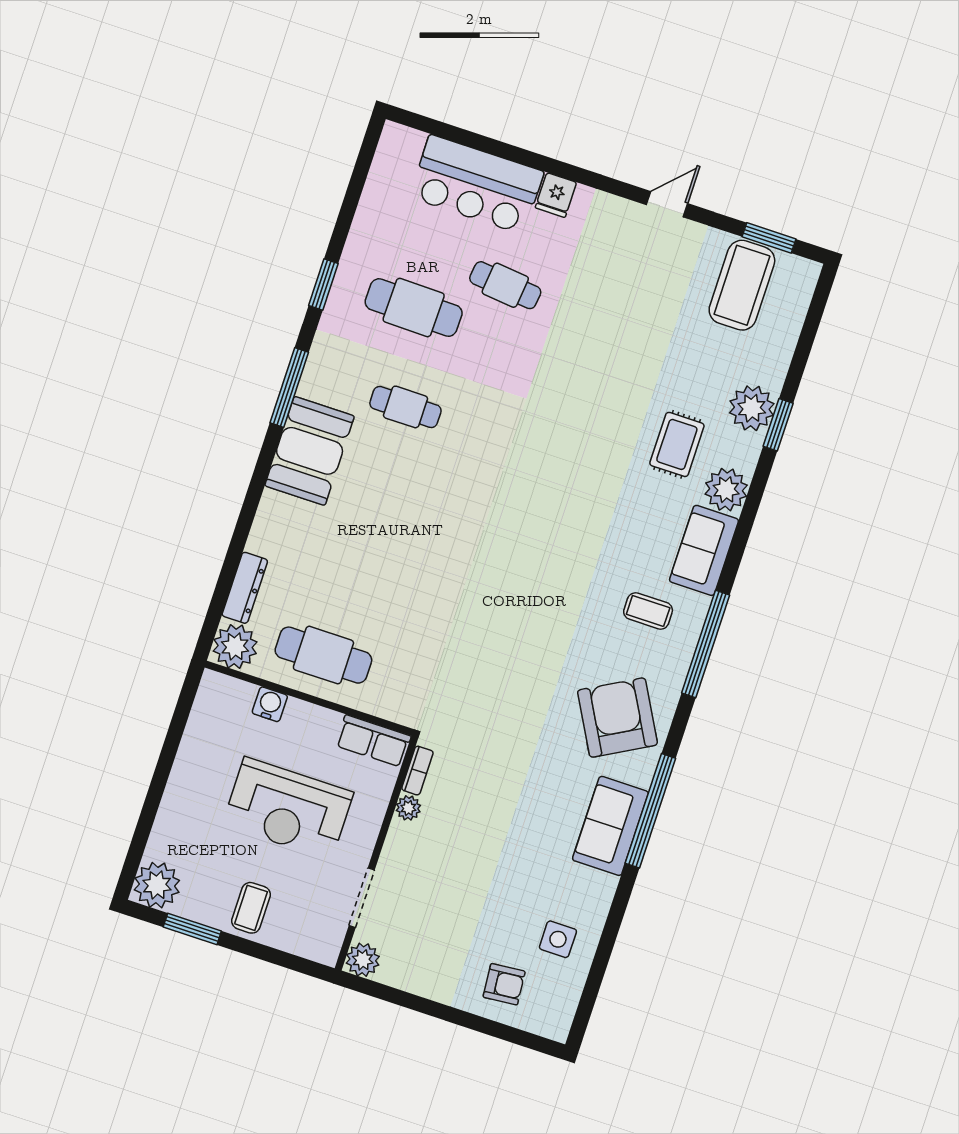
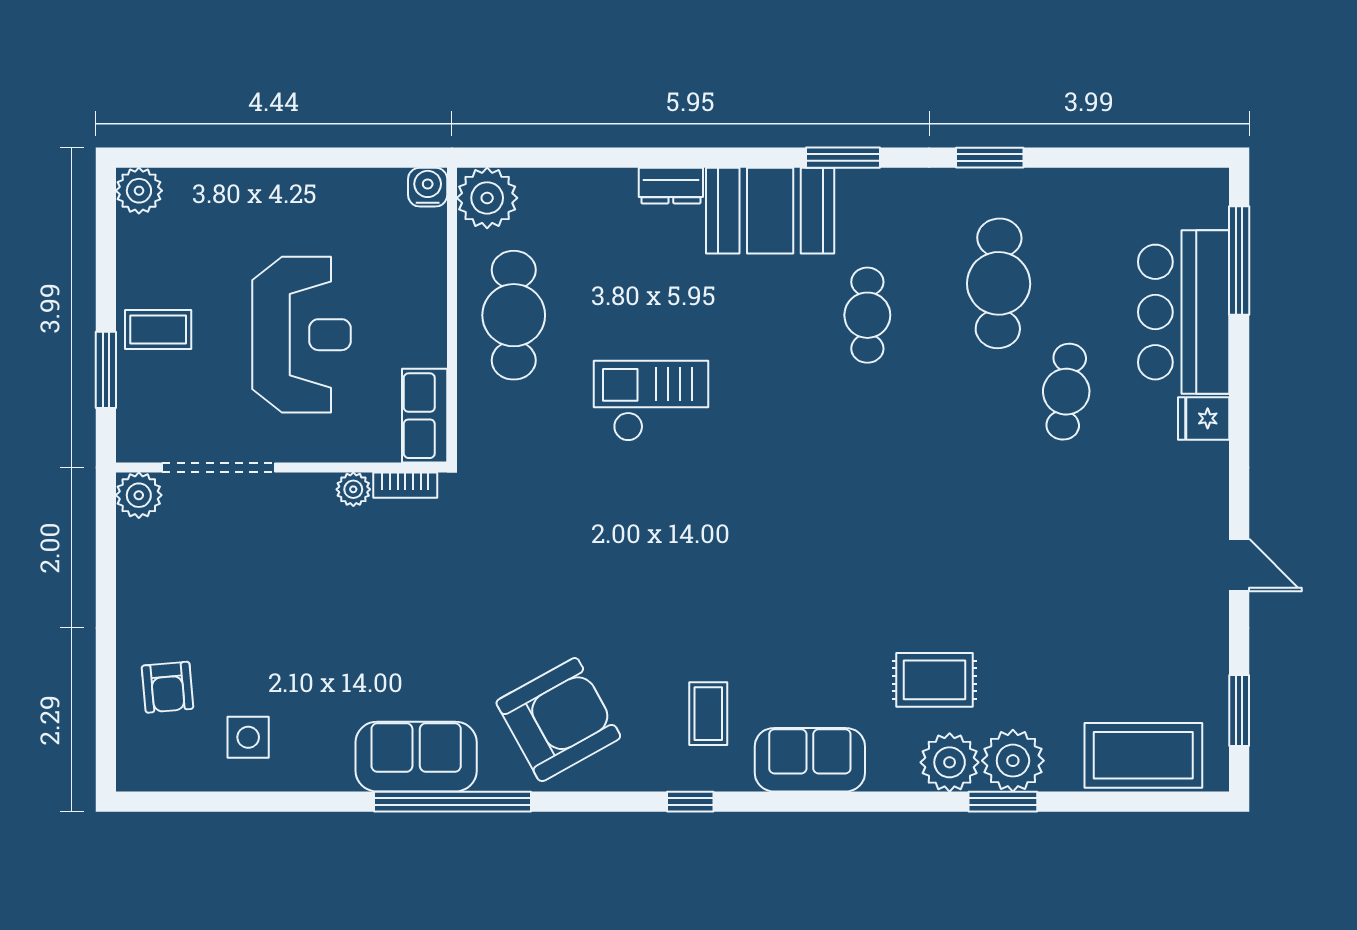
window: (453, 134) -> (1239, 261), added
coffee table: (742, 285) -> (1143, 755), moved
window: (289, 388) -> (843, 158), width x0.69
plant: (726, 490) -> (950, 762), moved
checkout: (415, 579) -> (651, 401), added
dresser: (245, 588) -> (671, 186), moved, width x0.70
window: (706, 644) -> (690, 802), width x0.32
water cooler: (270, 704) -> (428, 187), moved, turned -90
reception desk: (288, 808) -> (301, 335), turned 180
plant: (157, 885) -> (139, 191), width x0.73, depth x0.73
doorway: (362, 898) -> (218, 468), width x1.36
window: (192, 929) -> (106, 370), moved

